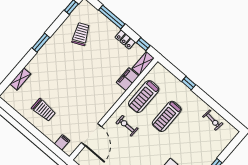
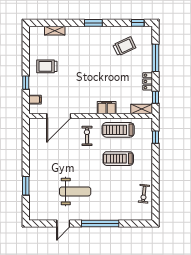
filing cabinet: (128, 79) -> (107, 108), moved
window: (189, 83) -> (155, 137), moved
trolley: (44, 110) -> (47, 66), turned 90
window: (42, 138) -> (26, 83), added

